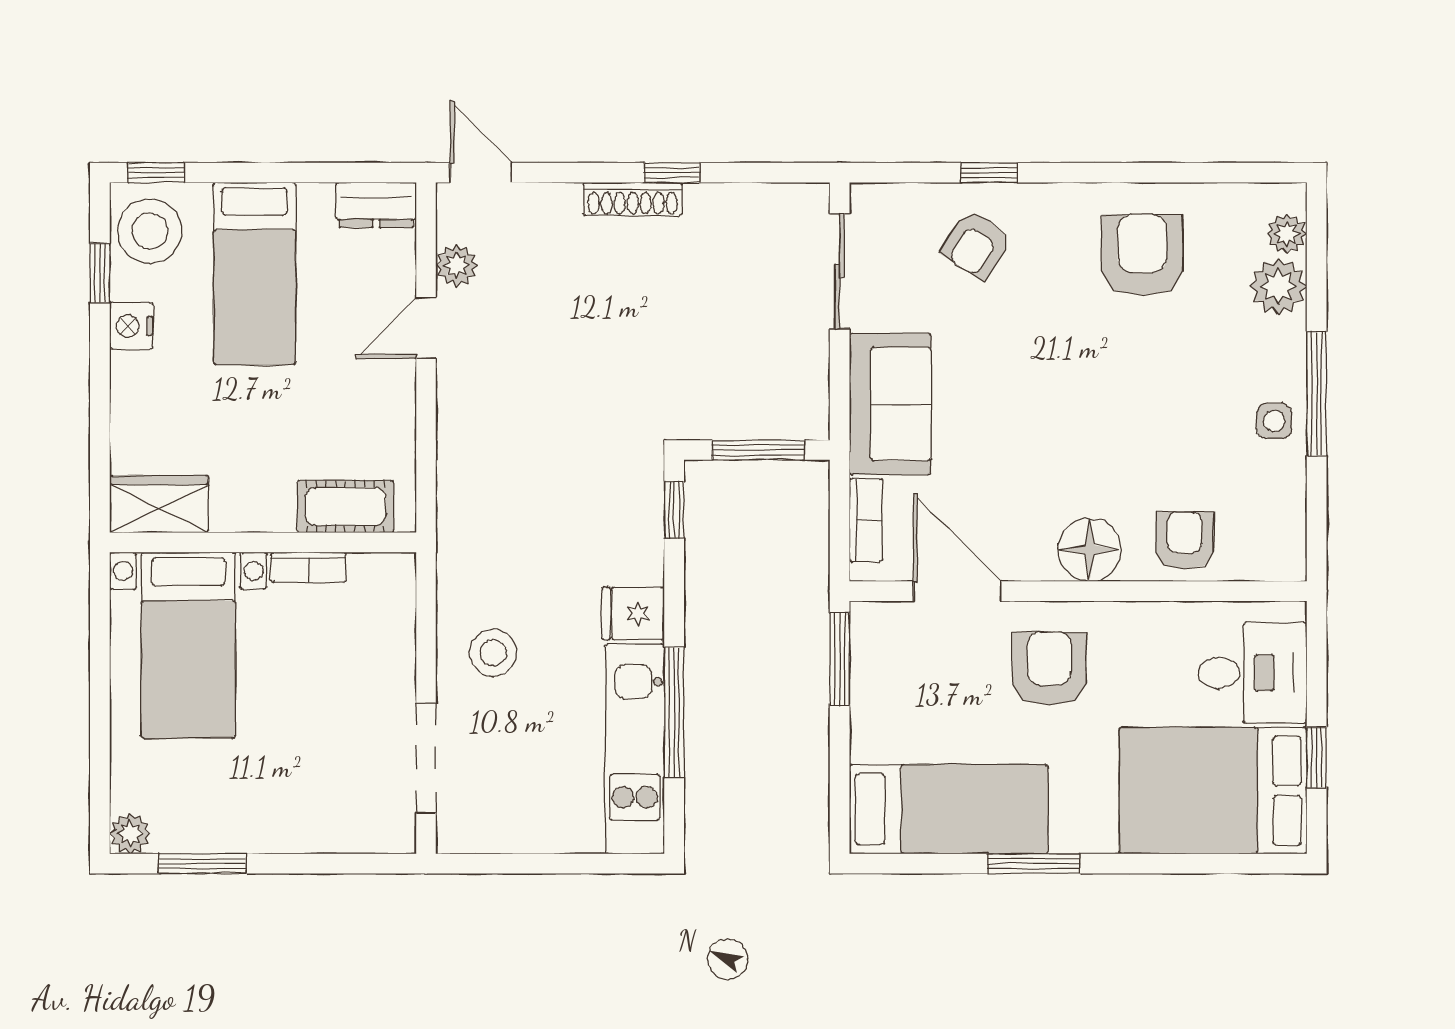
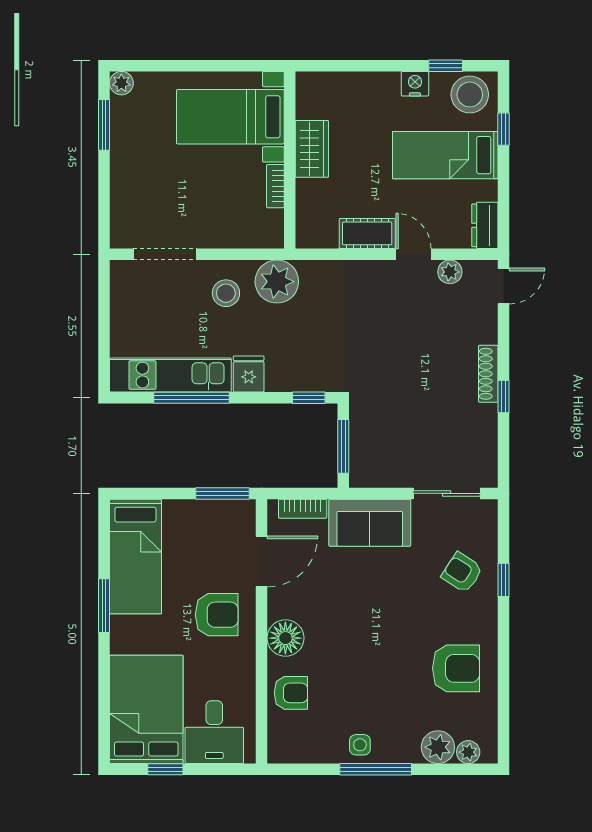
window: (156, 173) -> (504, 129), moved
wardrobe: (159, 504) -> (312, 149), moved
cot: (345, 507) -> (367, 233), moved, turned 90
plant: (473, 565) -> (277, 282), added

